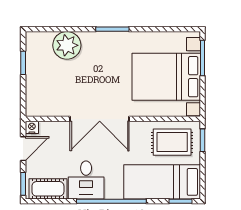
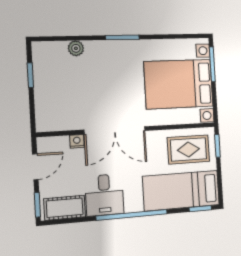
plant: (67, 45) -> (76, 48), width x0.53, depth x0.53
nightstand: (32, 127) -> (77, 141), moved

